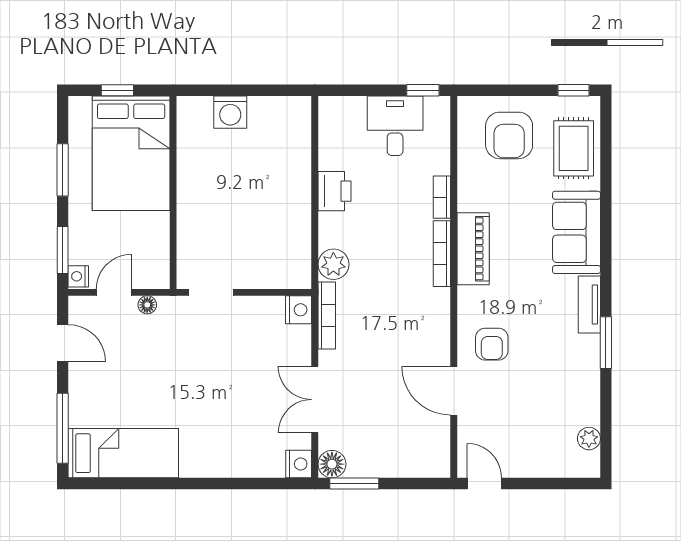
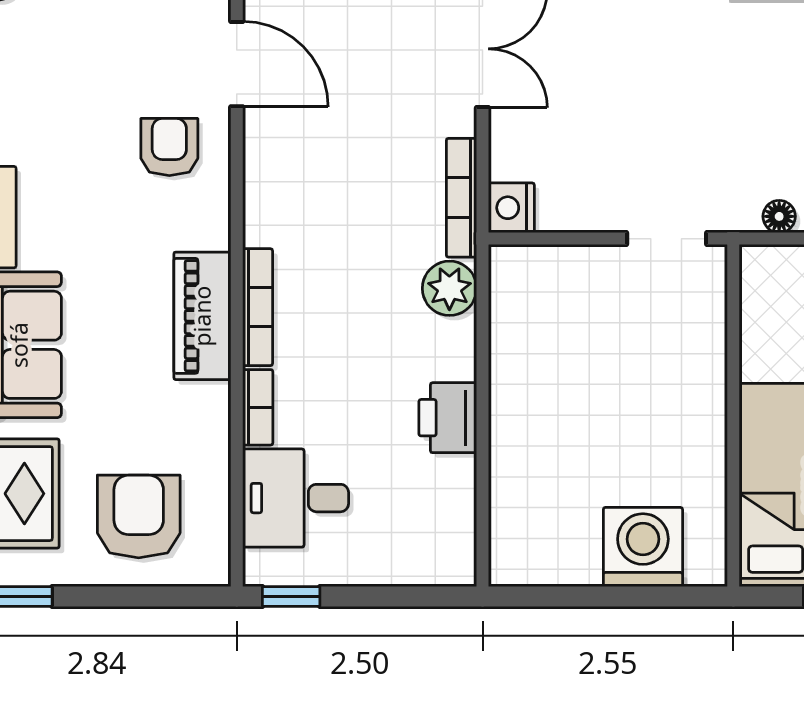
washing machine: (230, 112) -> (643, 547), width x1.37, depth x1.37
desk: (395, 126) -> (296, 498), moved, turned 90

